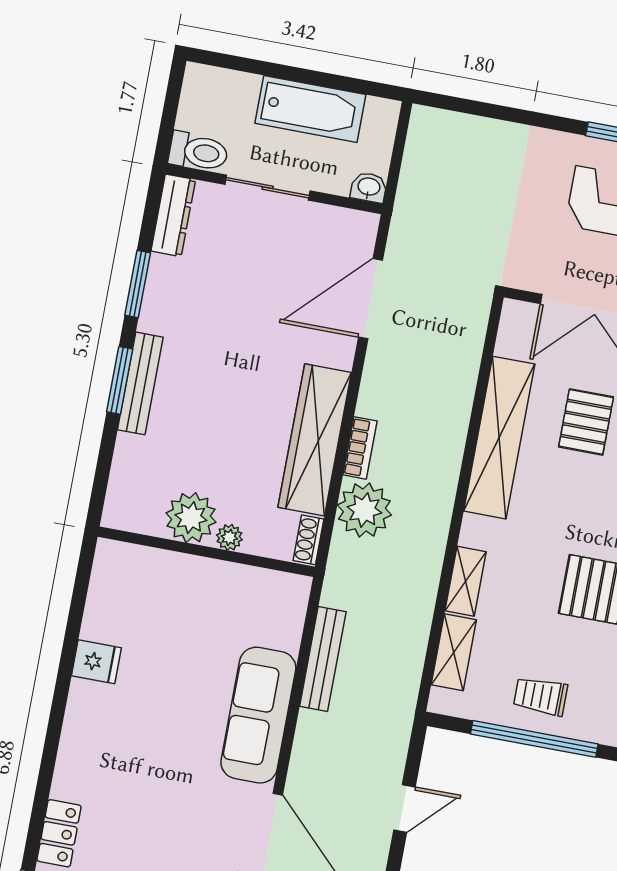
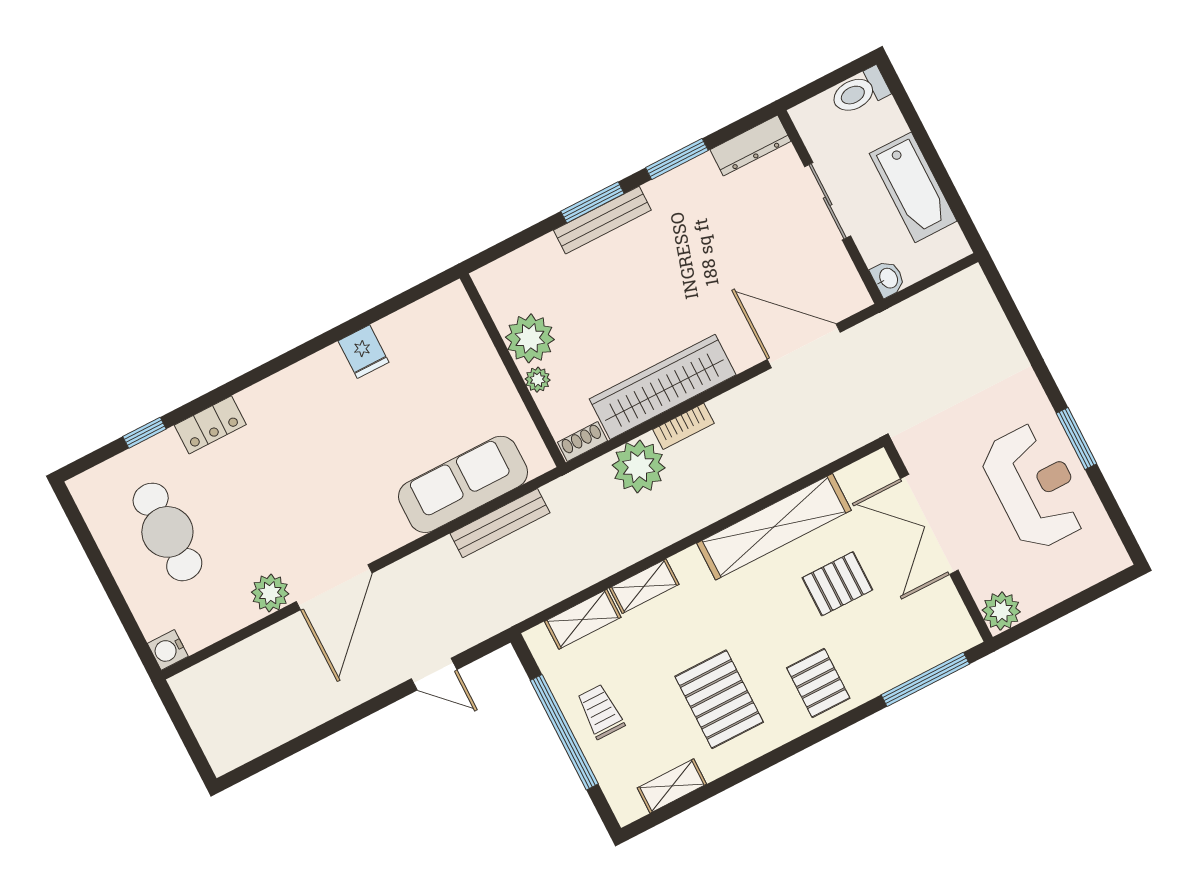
toilet: (198, 152) -> (860, 92), moved, turned 90
sofa: (258, 715) -> (463, 484), moved

